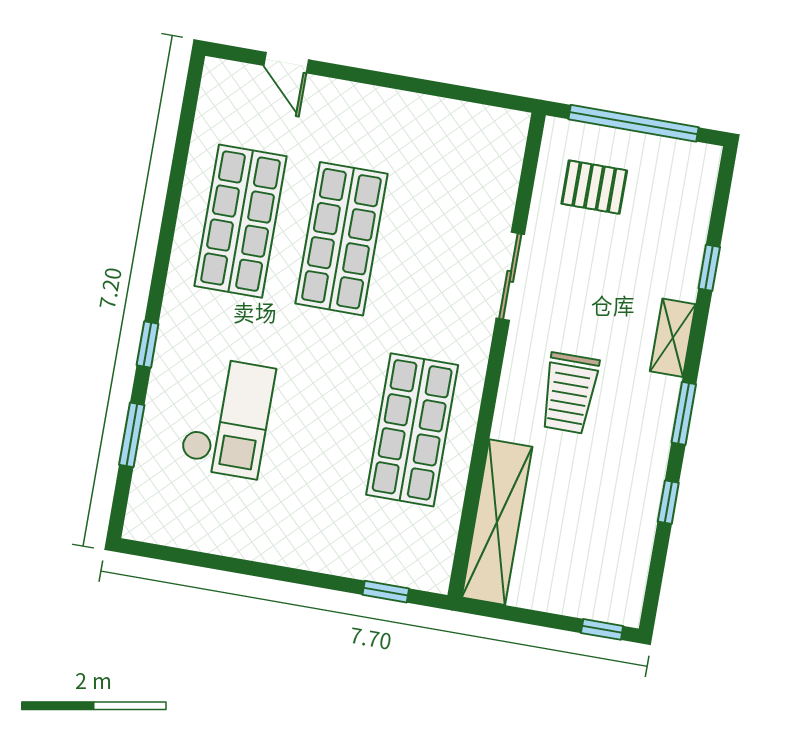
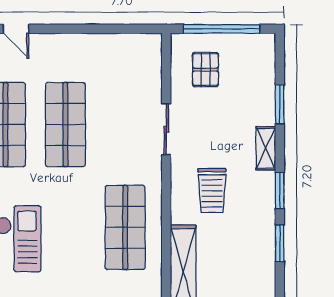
pallet: (594, 187) -> (206, 70), turned 90
window: (709, 268) -> (280, 104), width x1.50
window: (668, 502) -> (280, 243), width x1.50

